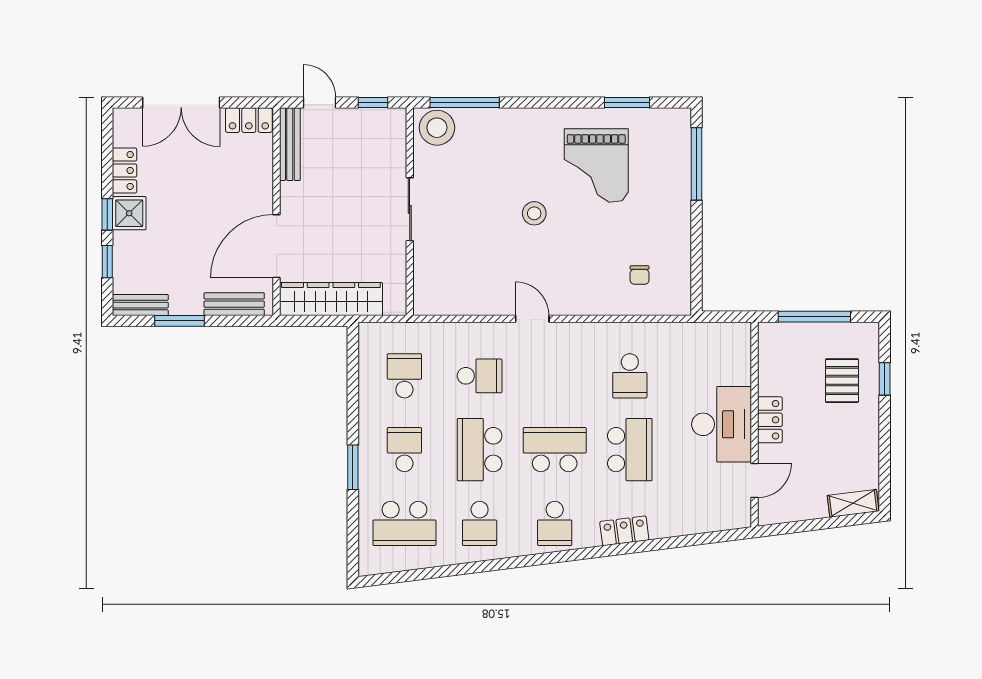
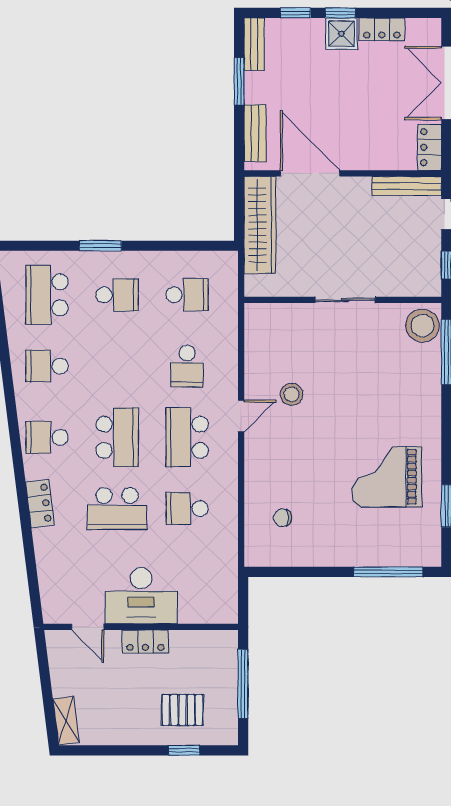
stool: (534, 213) -> (292, 394), moved
school desk: (480, 450) -> (187, 437), moved, turned -90

